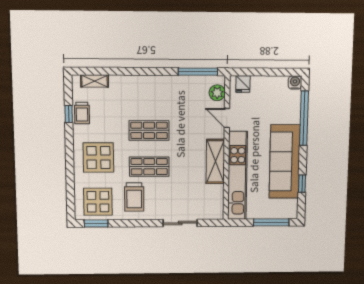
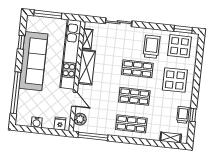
water cooler: (295, 83) -> (37, 122), moved
shop shelf: (149, 94) -> (131, 124), added
shelving: (218, 197) -> (87, 39), added

